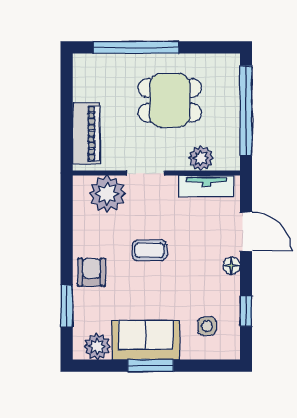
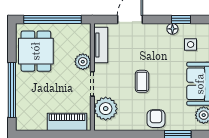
dining table: (170, 100) -> (36, 51), moved
plant: (201, 158) -> (83, 62), moved
floor lamp: (231, 266) -> (172, 29), moved
armchair: (91, 272) -> (156, 119), turned 90

